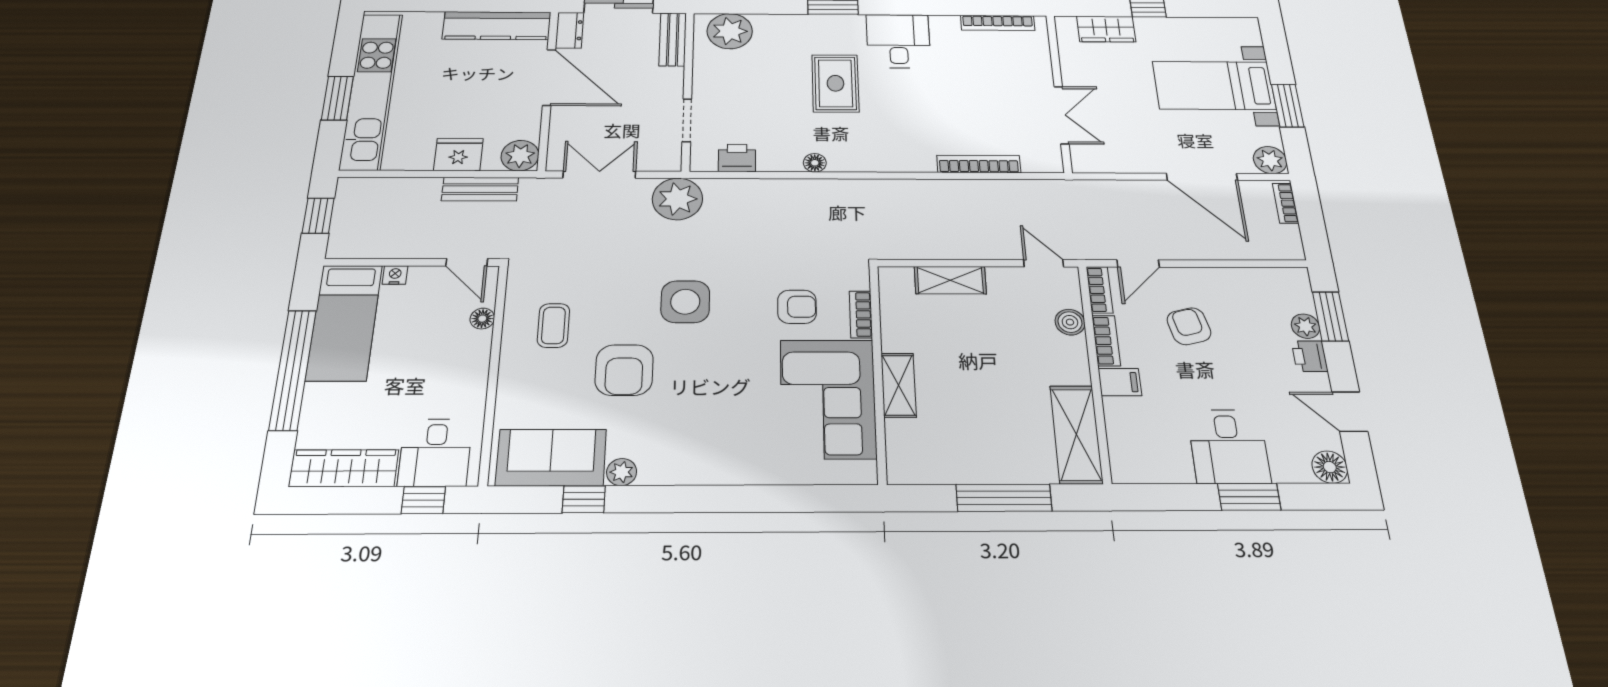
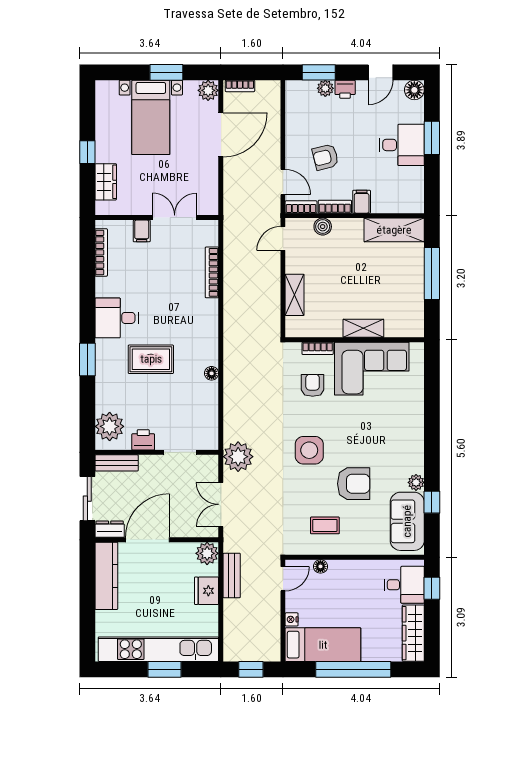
filing cabinet: (1036, 73) -> (142, 231), added
printer: (737, 158) -> (143, 440), moved, turned 90

